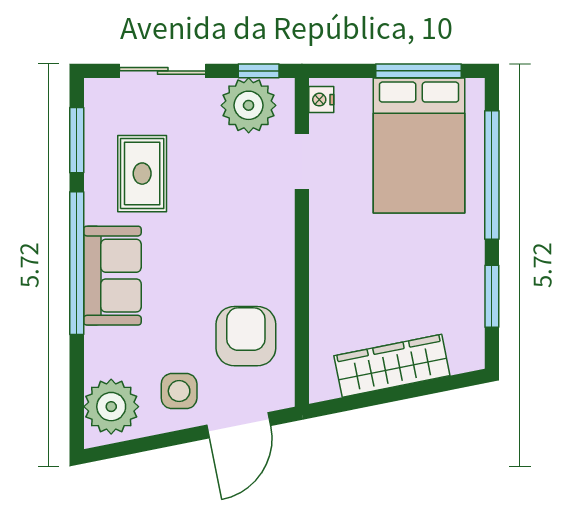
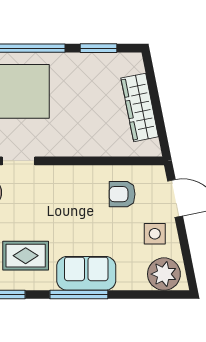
window: (77, 263) -> (79, 294), width x0.68
armchair: (246, 336) -> (122, 194), width x0.72, depth x0.72

